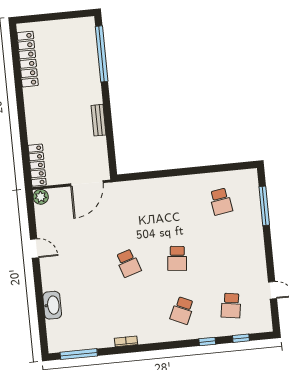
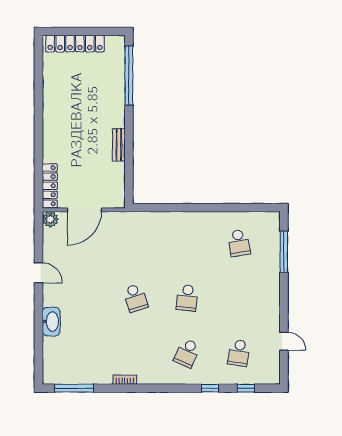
locker: (28, 59) -> (75, 44), moved, turned 90
door: (87, 183) -> (84, 210), moved
washbasin: (52, 305) -> (51, 321), moved

